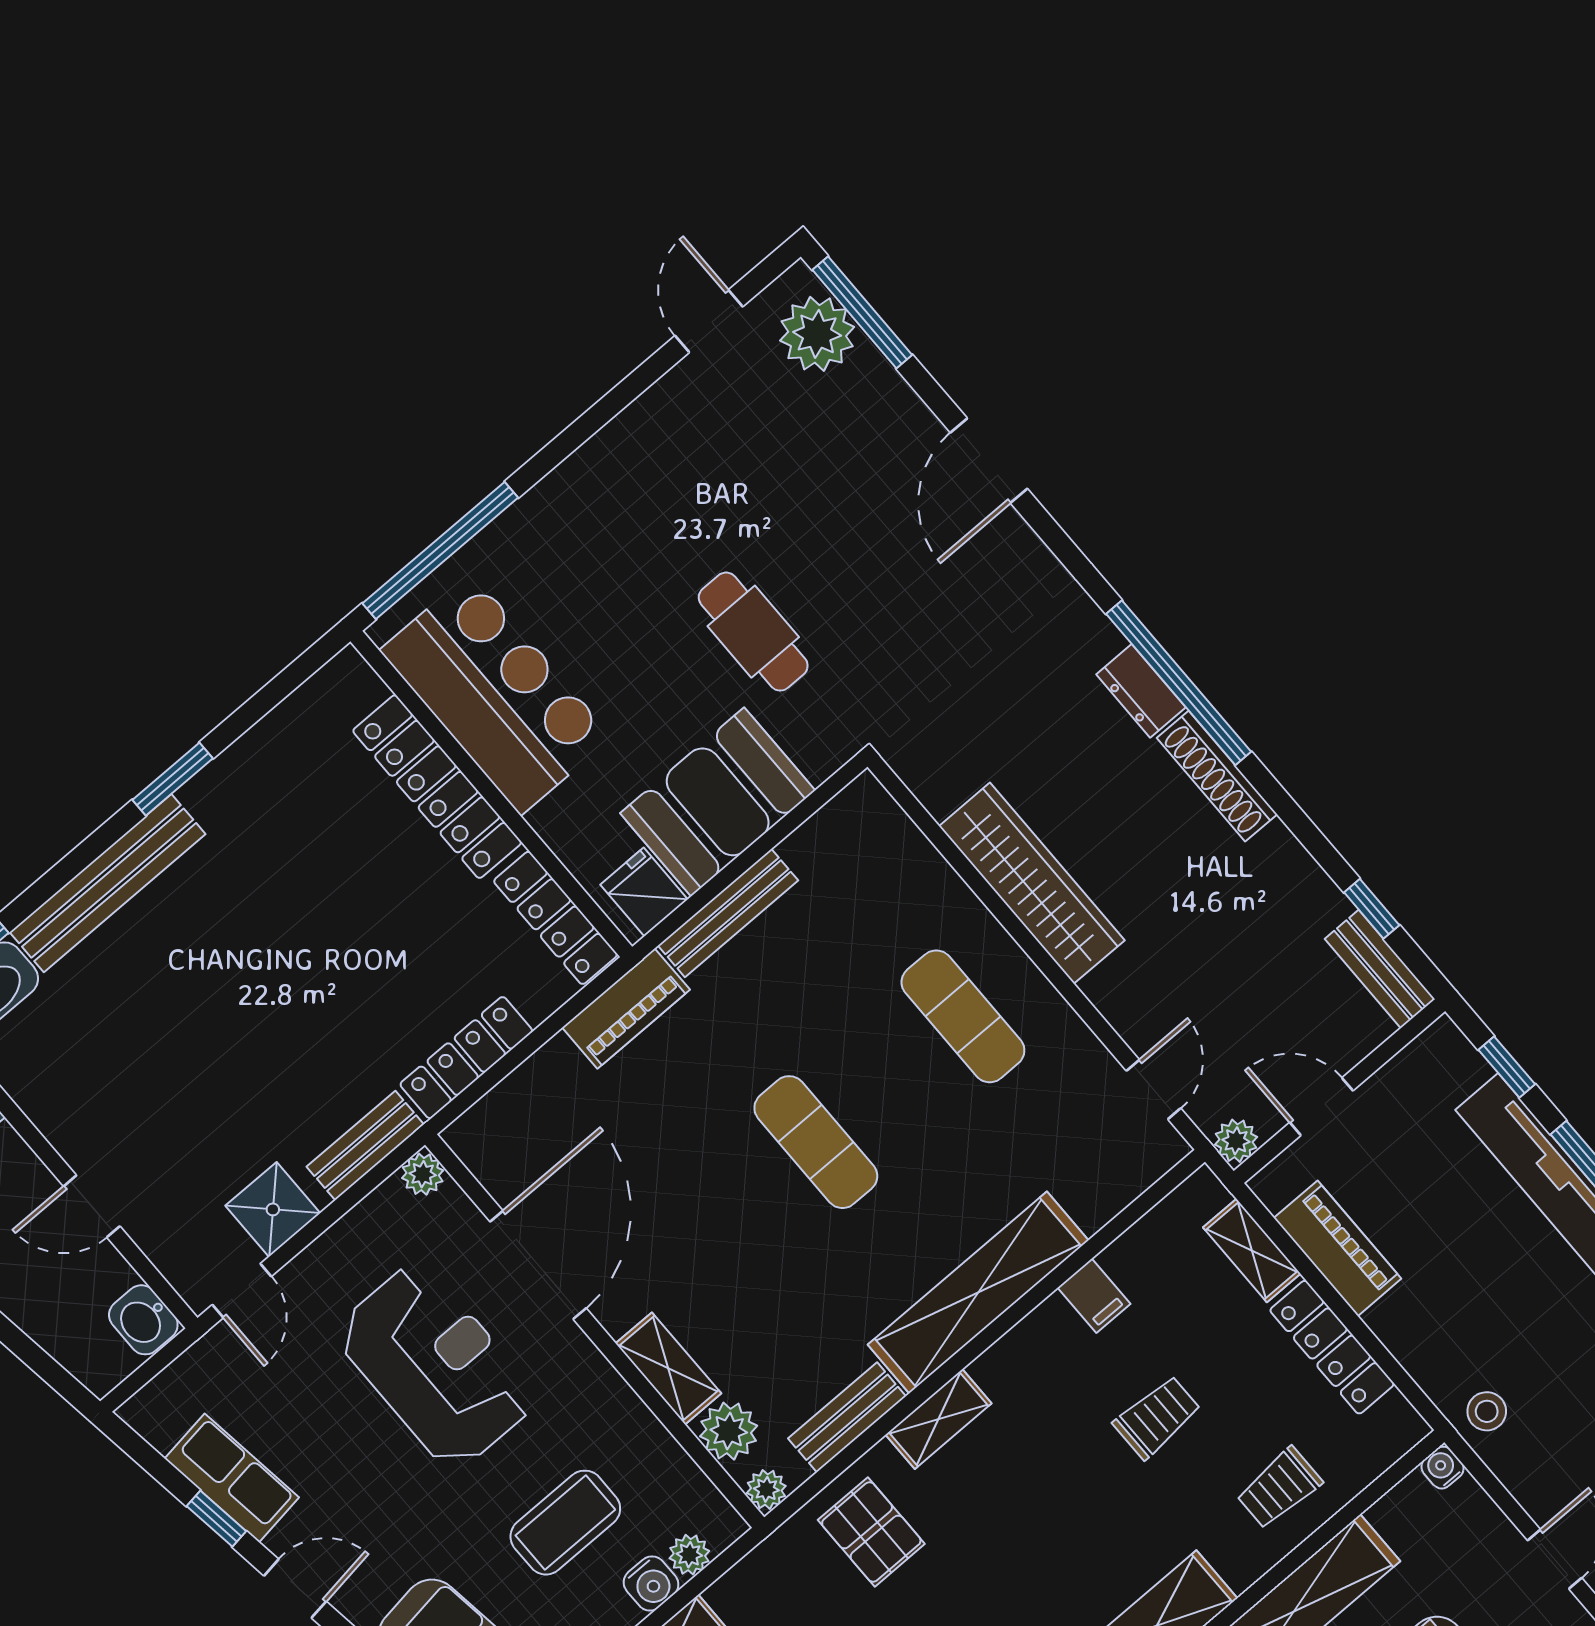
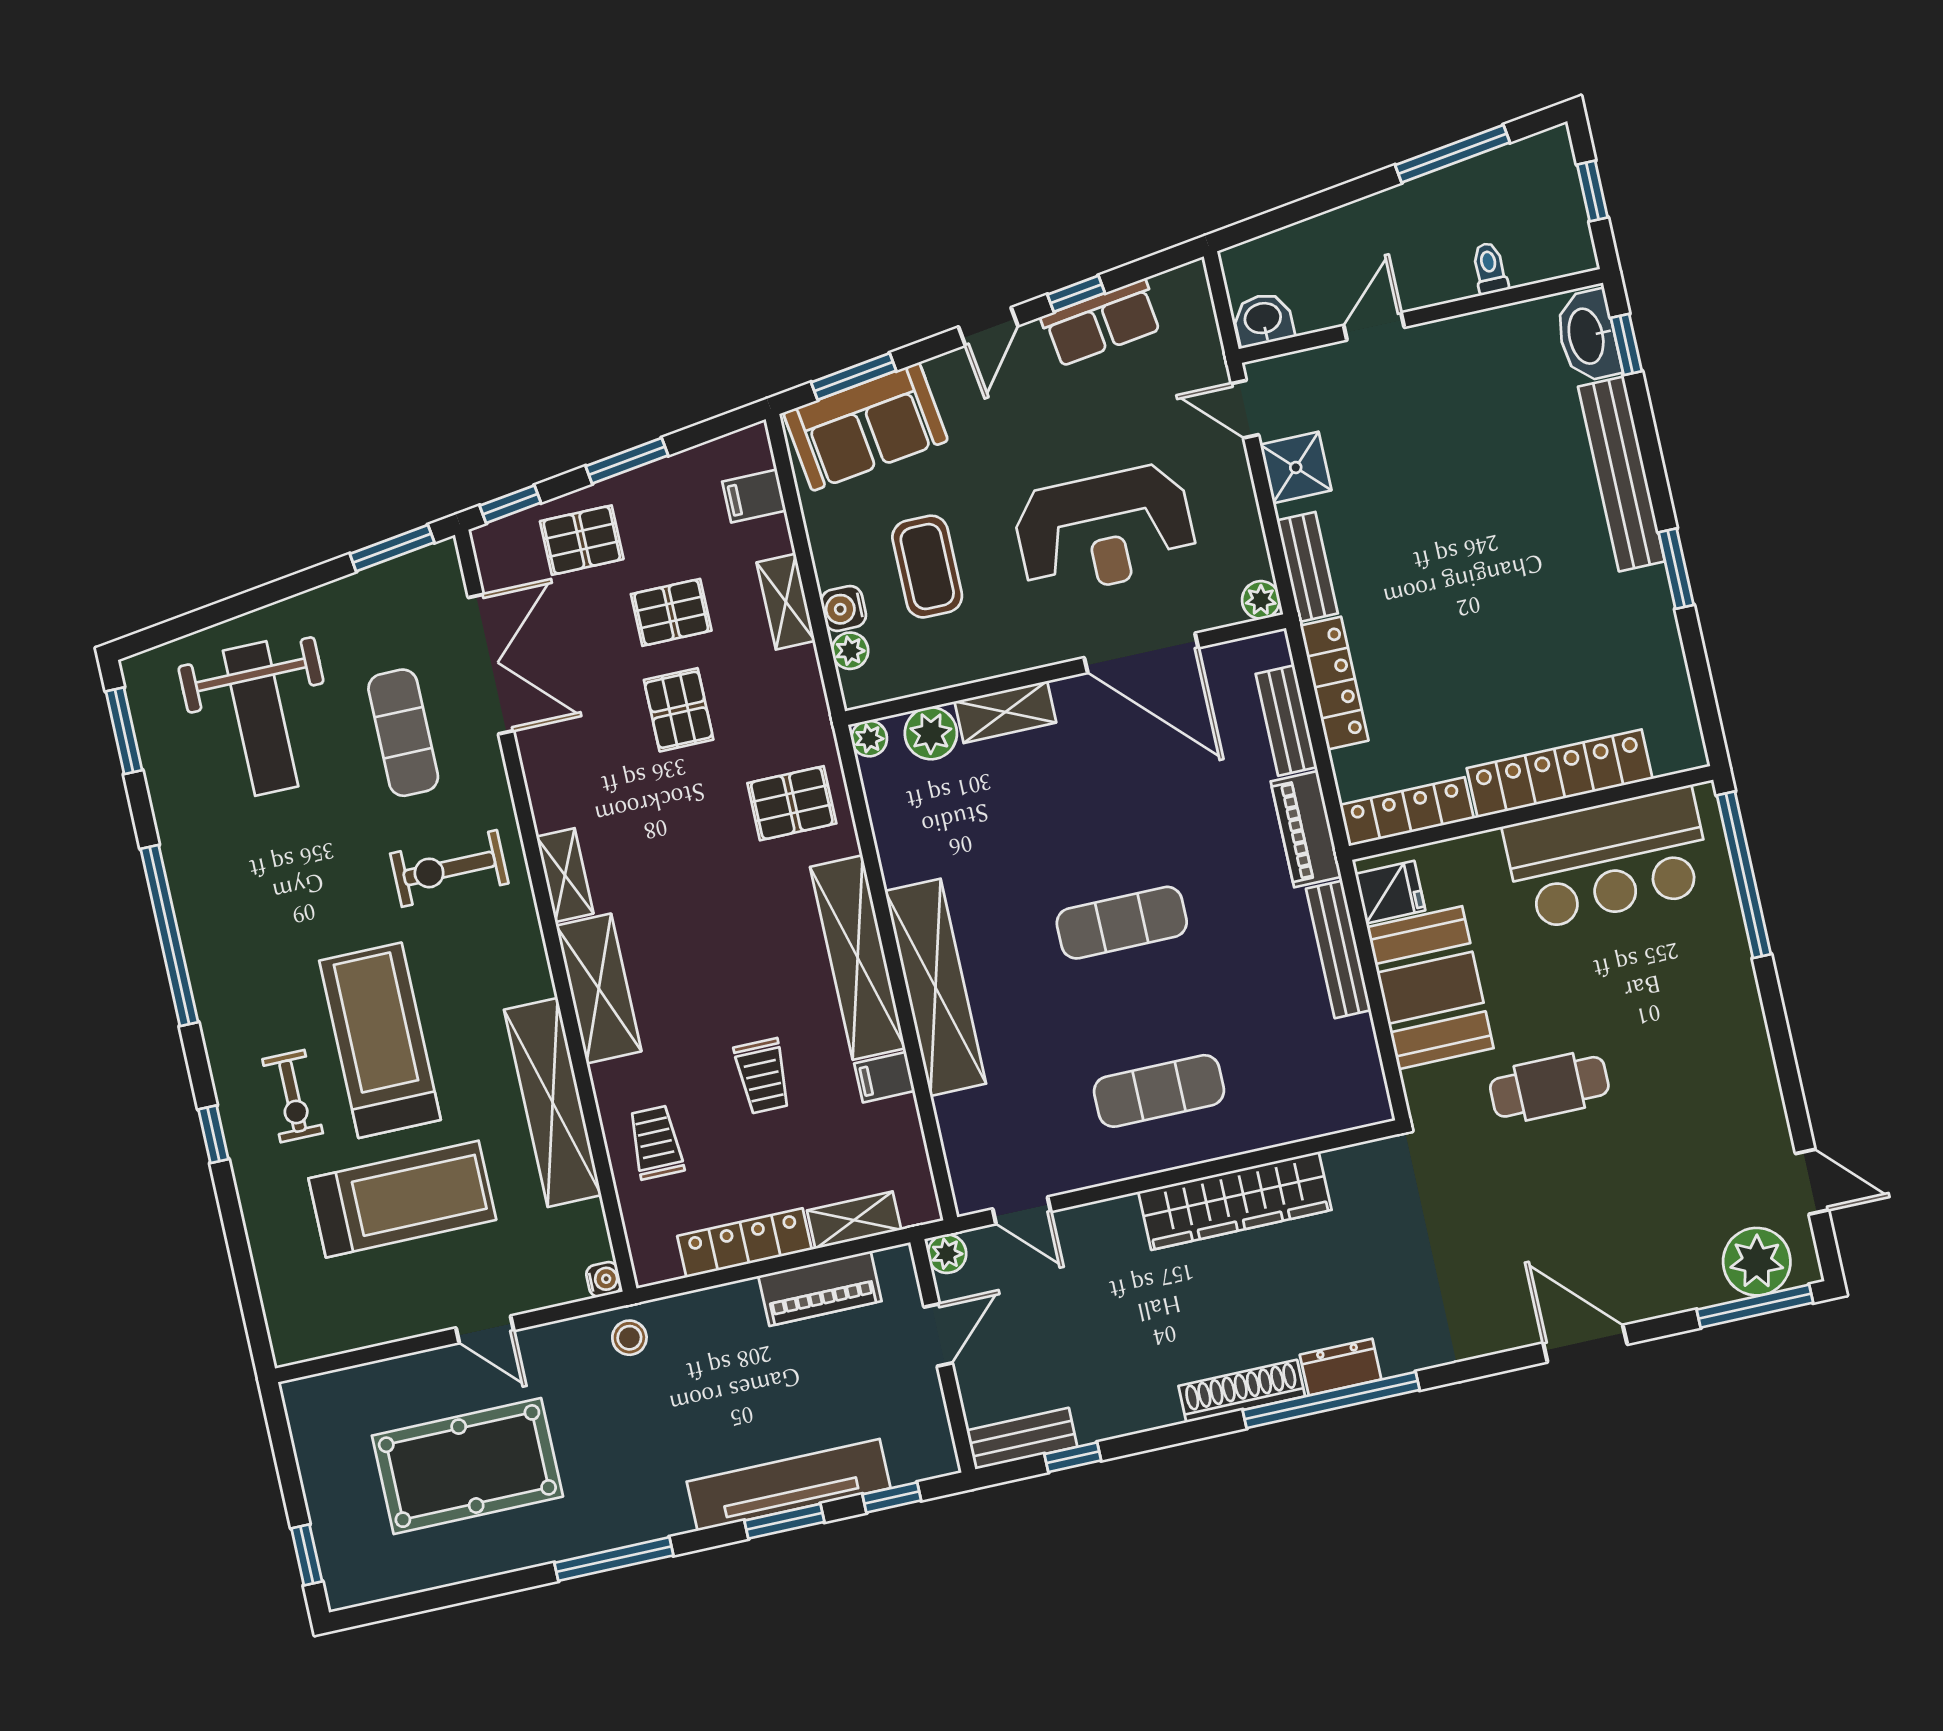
bench: (847, 1417) -> (1286, 721), moved
shelving: (939, 1419) -> (858, 958), width x2.20, depth x1.33

